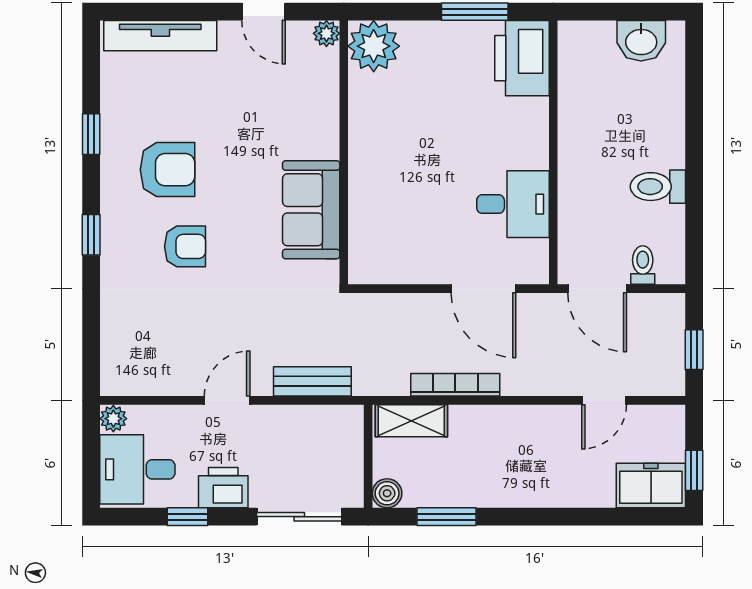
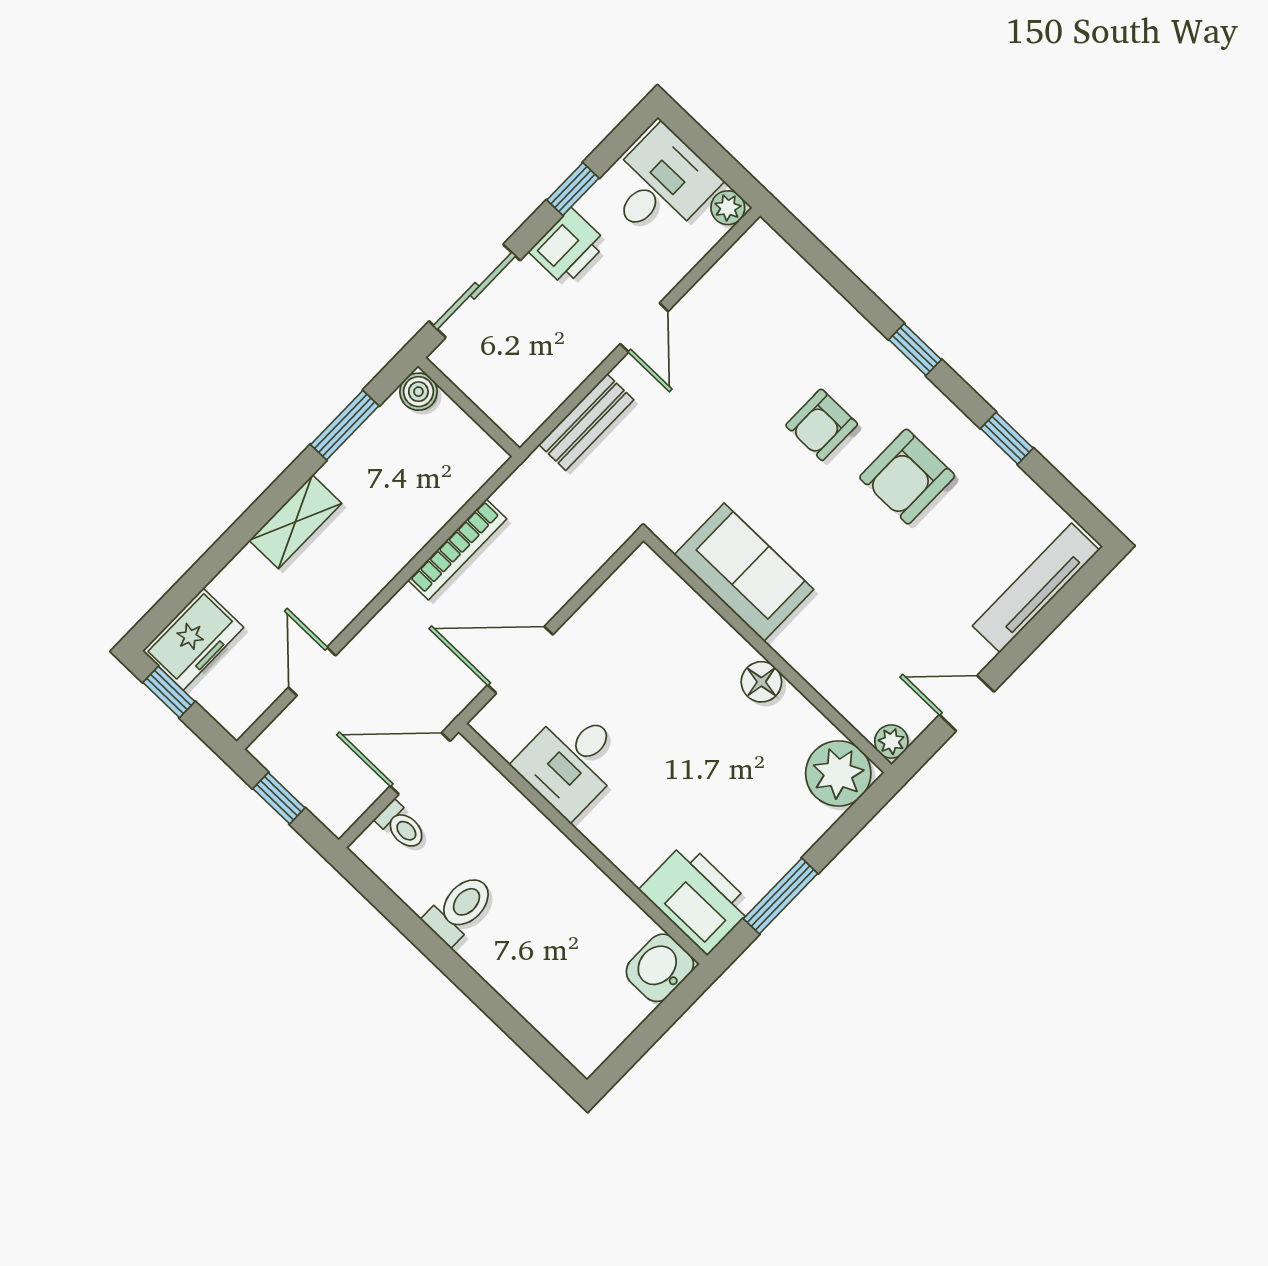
washbasin: (641, 41) -> (660, 968), moved
floor lamp: (364, 140) -> (761, 682), added
shelving: (411, 421) -> (295, 522), moved

